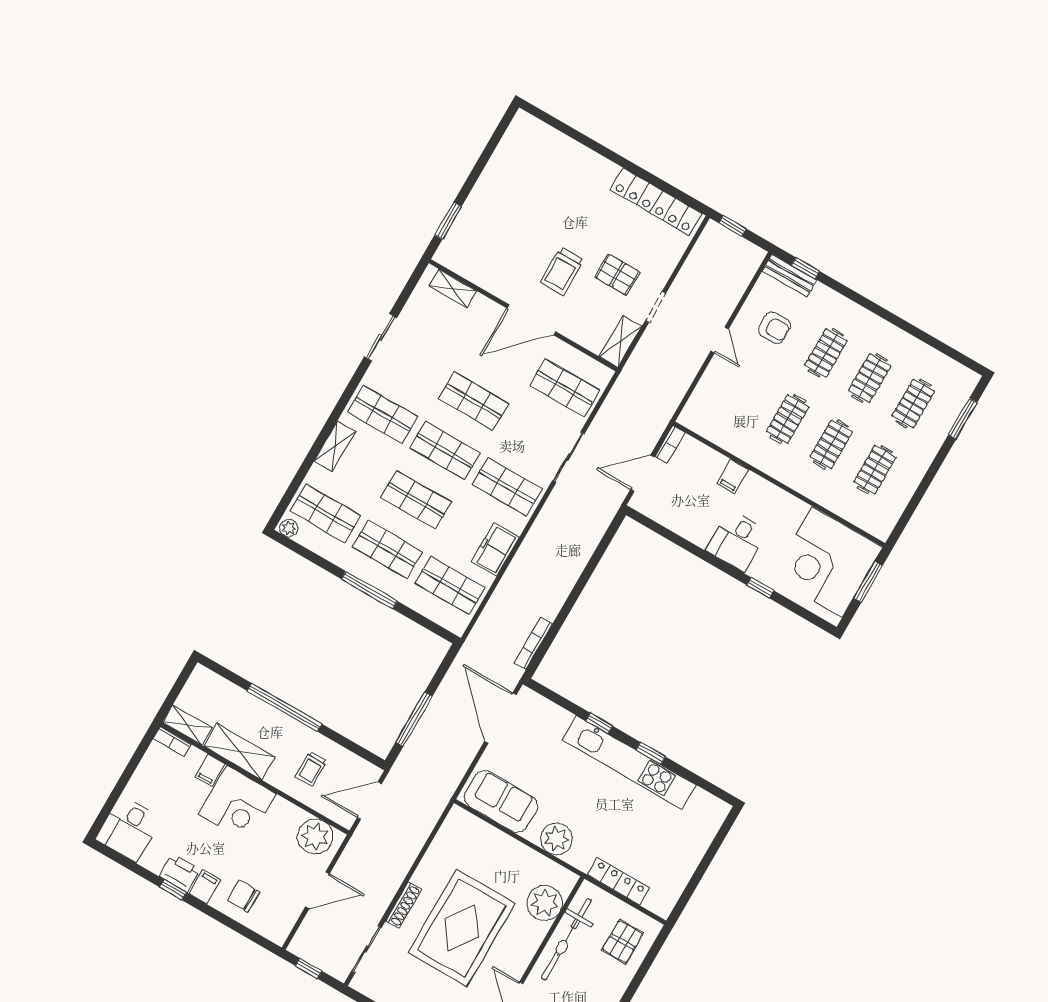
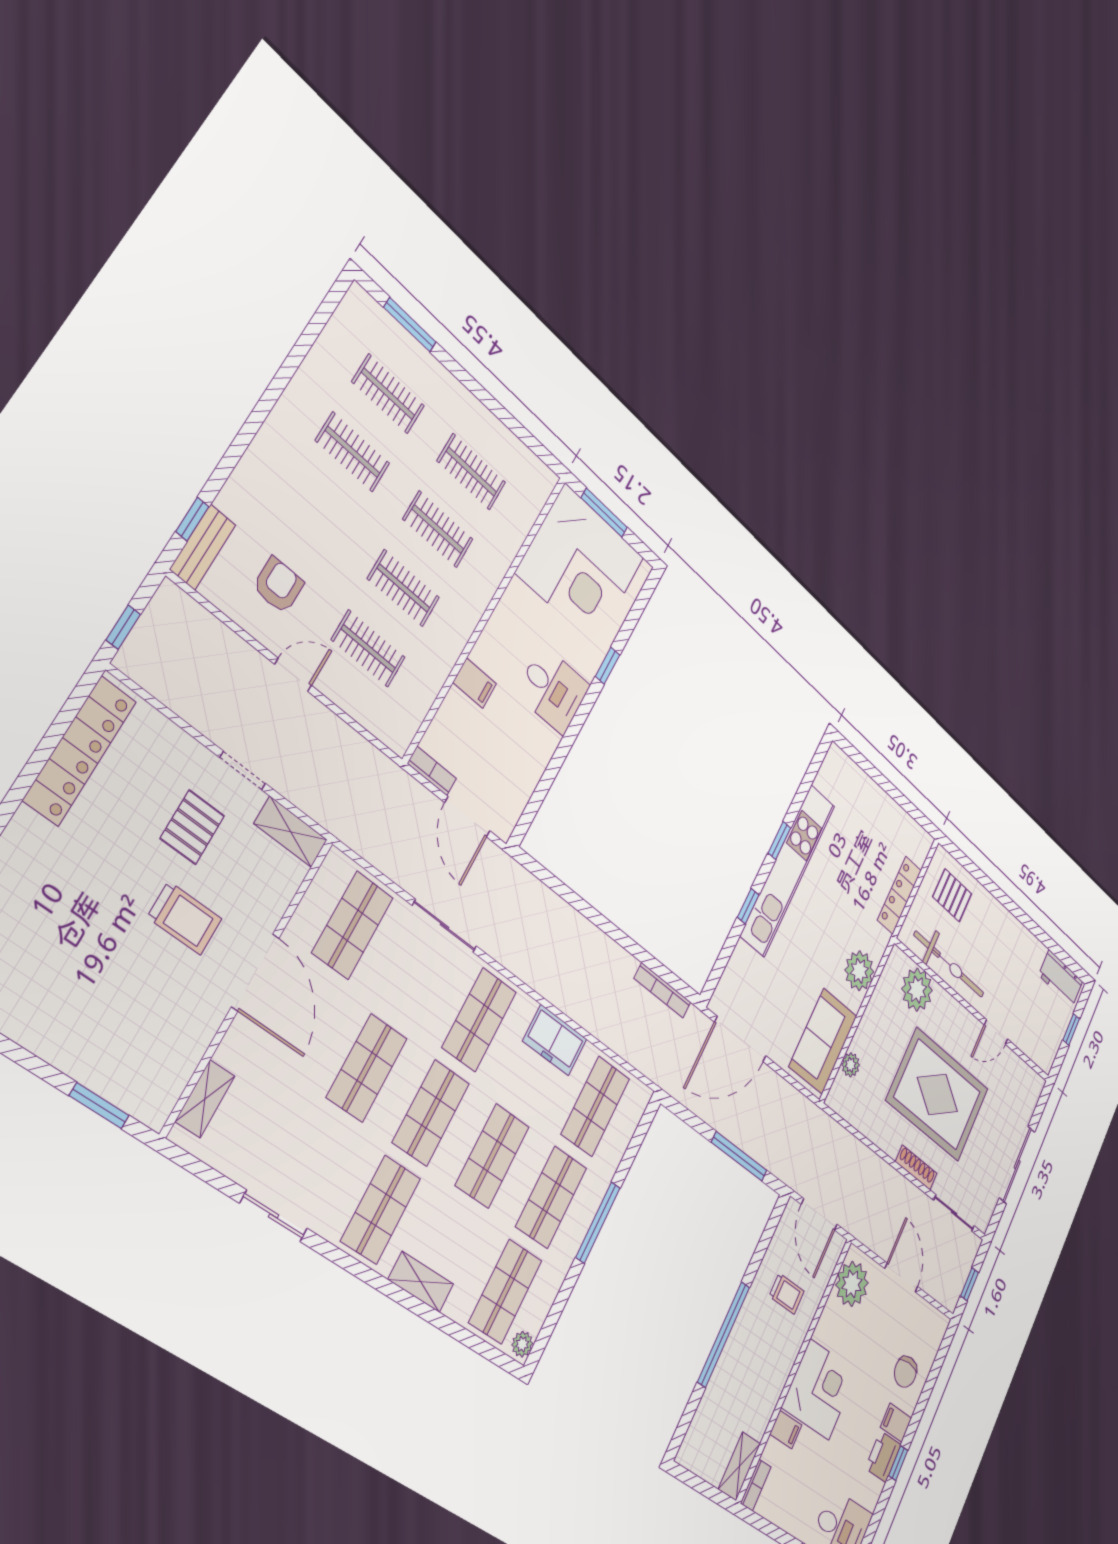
clothes rail: (826, 353) -> (368, 649), moved
shelving: (239, 751) -> (768, 1392), removed
plant: (484, 831) -> (851, 1065), added

